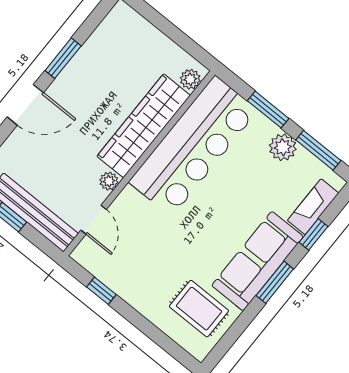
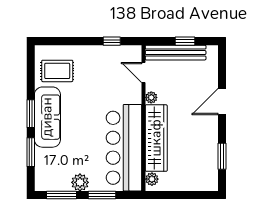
window: (63, 58) -> (222, 156), moved
fireplace: (313, 207) -> (42, 165), removed
window: (314, 234) -> (31, 152), width x1.50

